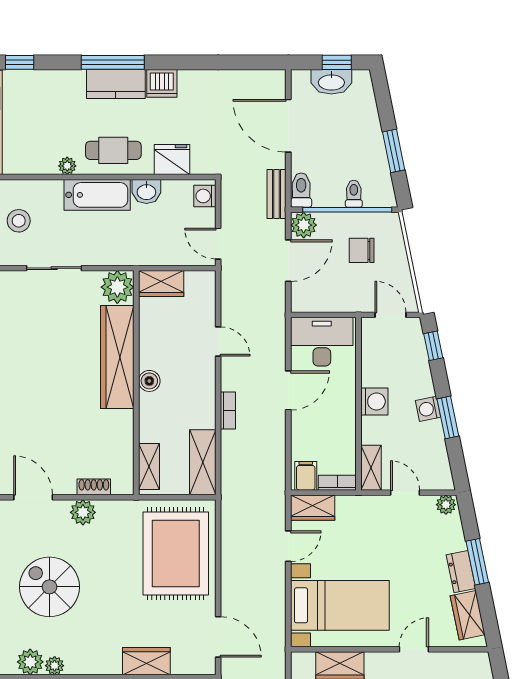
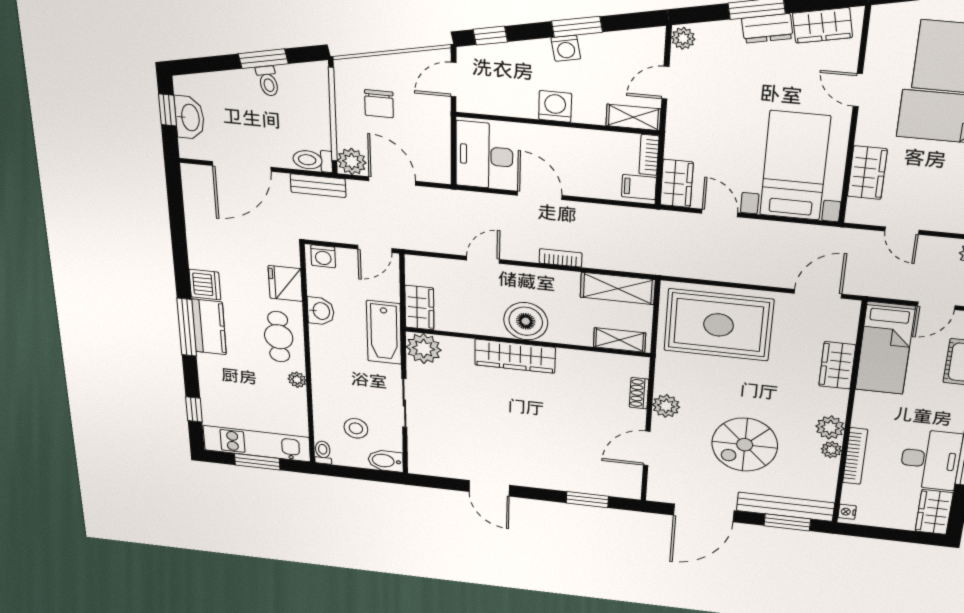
toilet: (354, 194) -> (268, 81), moved, turned -102
bathtub: (97, 195) -> (384, 332), moved, turned 180
wardrobe: (117, 357) -> (515, 356), width x0.71, depth x0.85
boiler: (149, 381) -> (526, 321), width x1.86, depth x1.86
plant: (30, 662) -> (830, 428), moved

